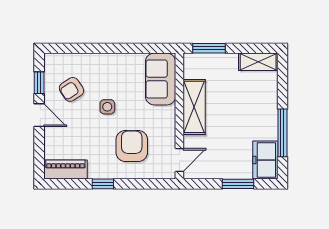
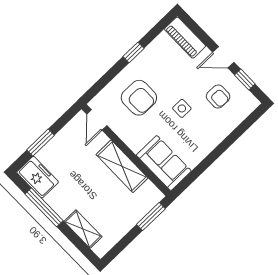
shelving: (258, 62) -> (83, 229), moved, turned 90
armchair: (72, 89) -> (218, 97), turned 124
piano: (65, 170) -> (185, 38), moved, turned 90

